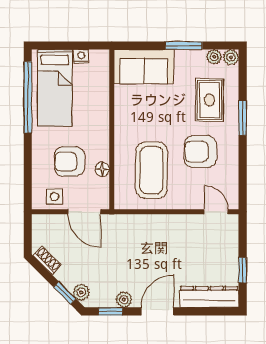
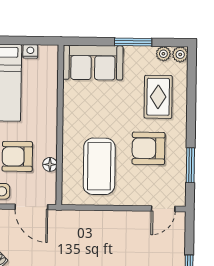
window: (243, 118) -> (190, 165), moved
door: (216, 212) -> (163, 209), swing flipped

